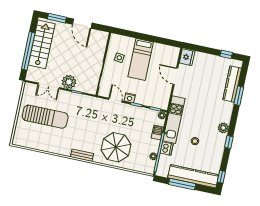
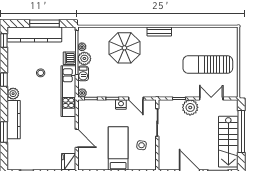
kitchen counter: (232, 84) -> (14, 120), moved
plant: (153, 146) -> (84, 58), added

